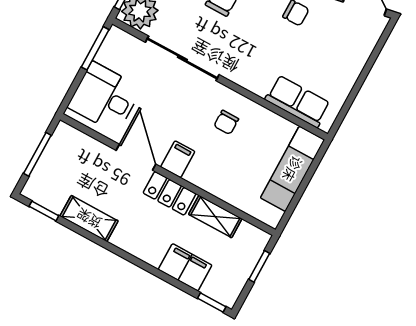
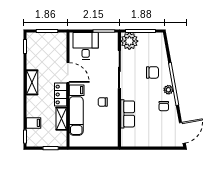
row of seats: (298, 101) -> (128, 114), moved
door: (136, 157) -> (68, 72), hinge flipped
exam couch: (293, 169) -> (76, 116), moved, turned 90
shelving: (89, 219) -> (32, 82), moved
filing cabinet: (185, 267) -> (34, 123), width x0.50

